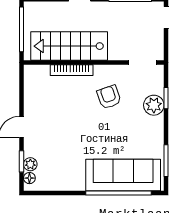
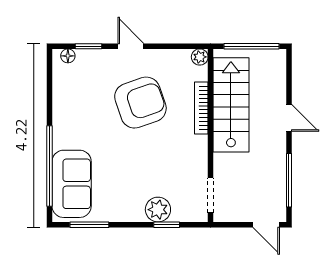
armchair: (109, 97) -> (140, 103), moved, width x1.88, depth x1.88
plant: (30, 164) -> (200, 57), moved
sofa: (123, 175) -> (72, 184), width x0.73

